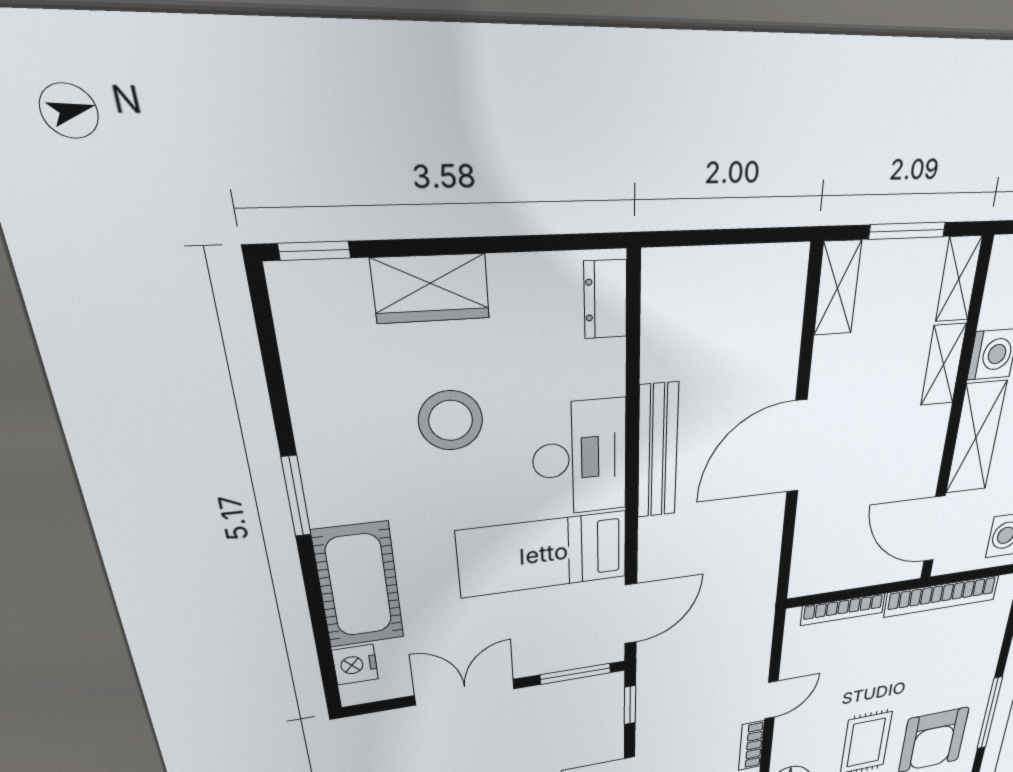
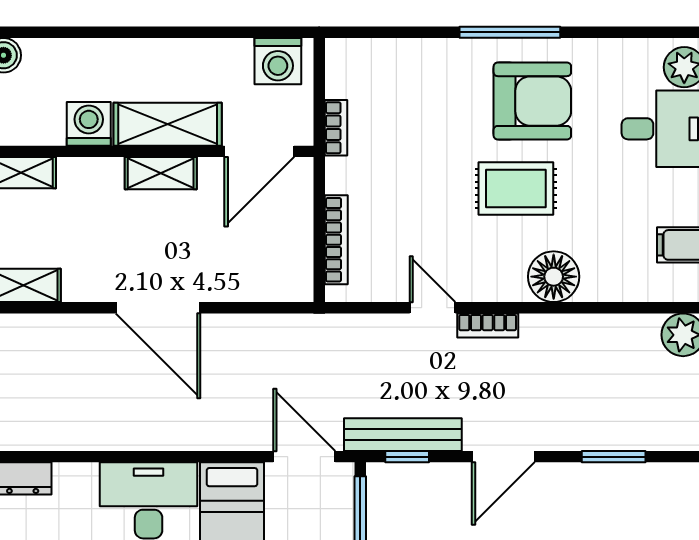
shelving: (943, 365) -> (161, 173), moved
bench: (658, 451) -> (403, 435), moved
bookcase: (942, 596) -> (336, 128), width x0.43, depth x0.76

